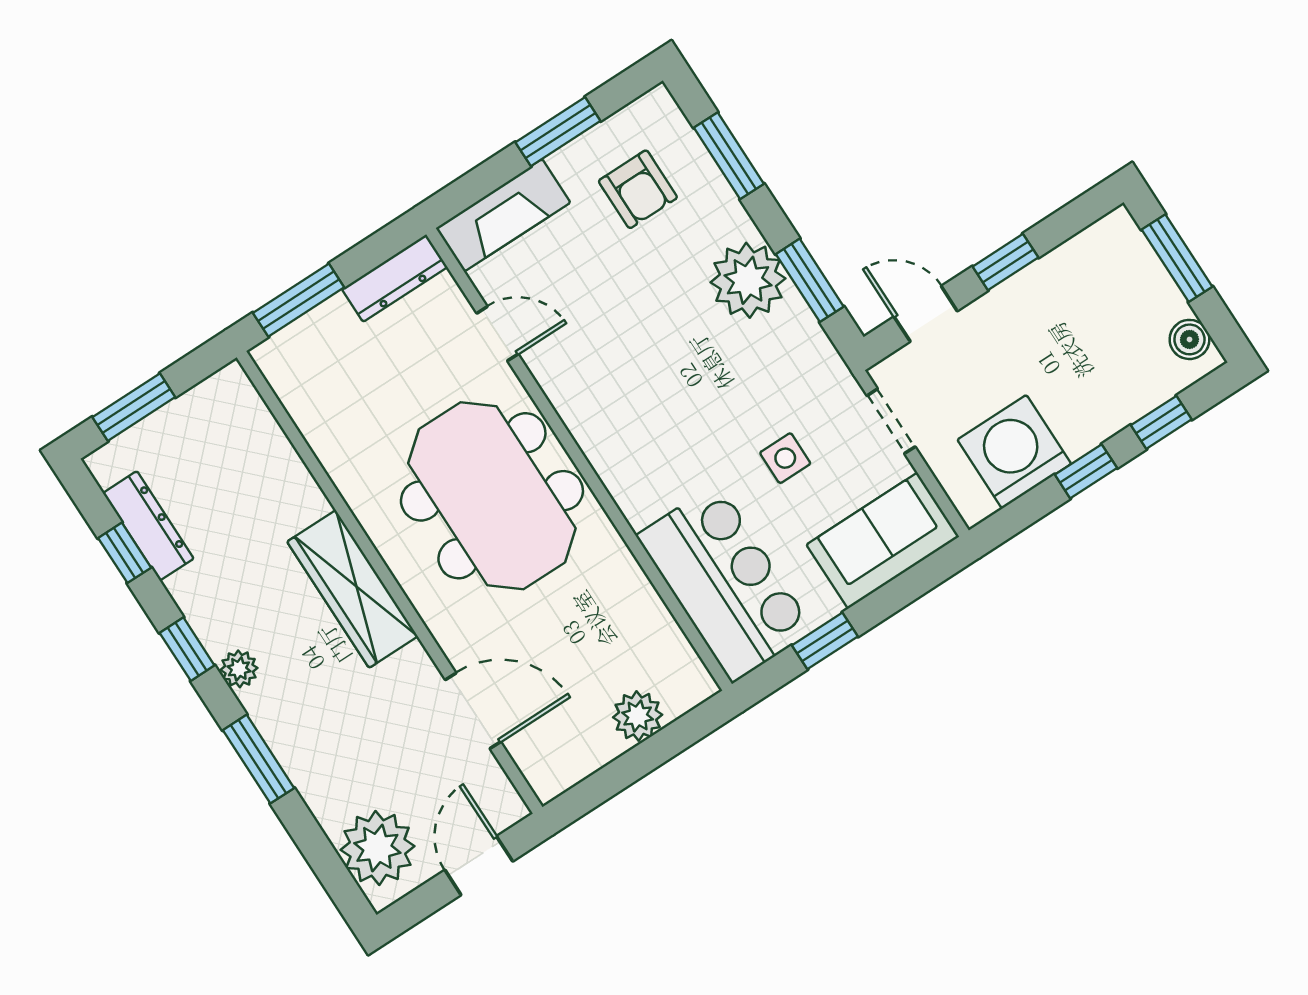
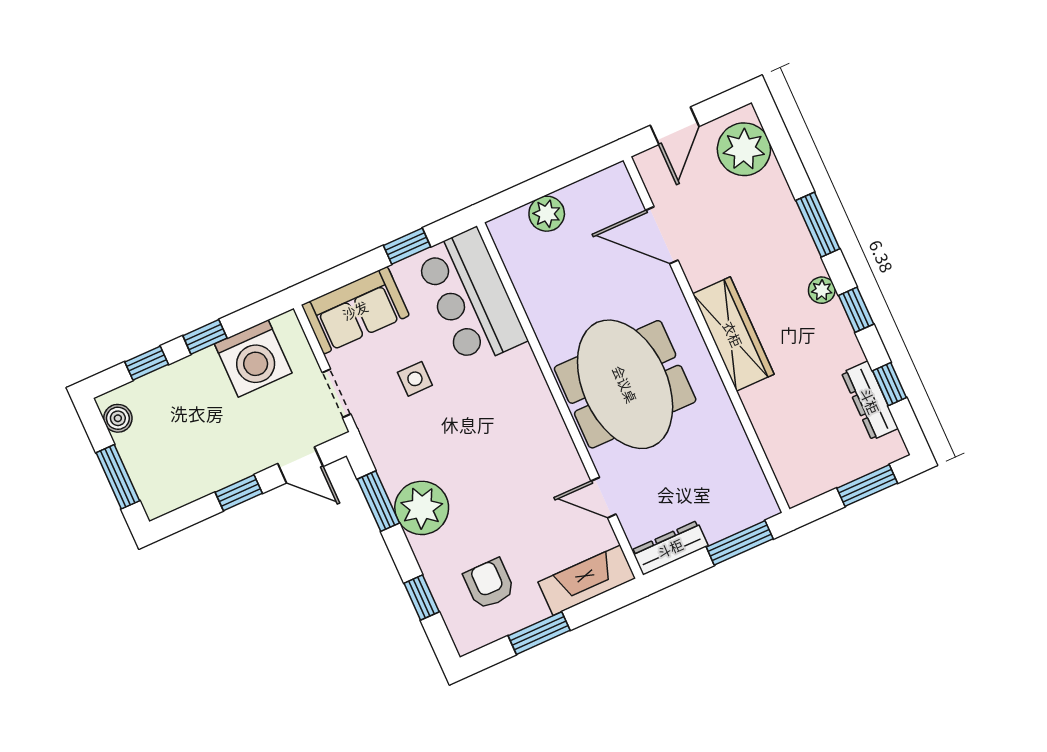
window: (729, 156) -> (422, 597), width x0.67

